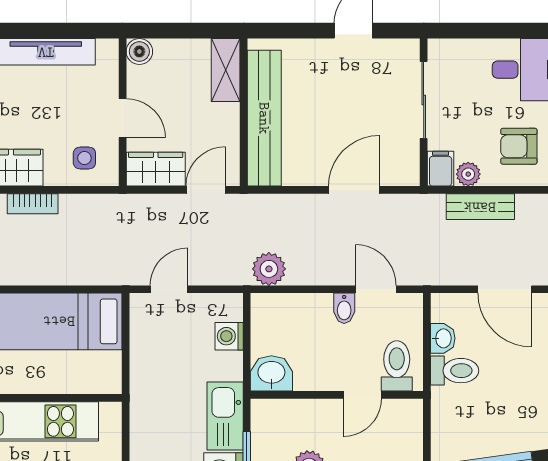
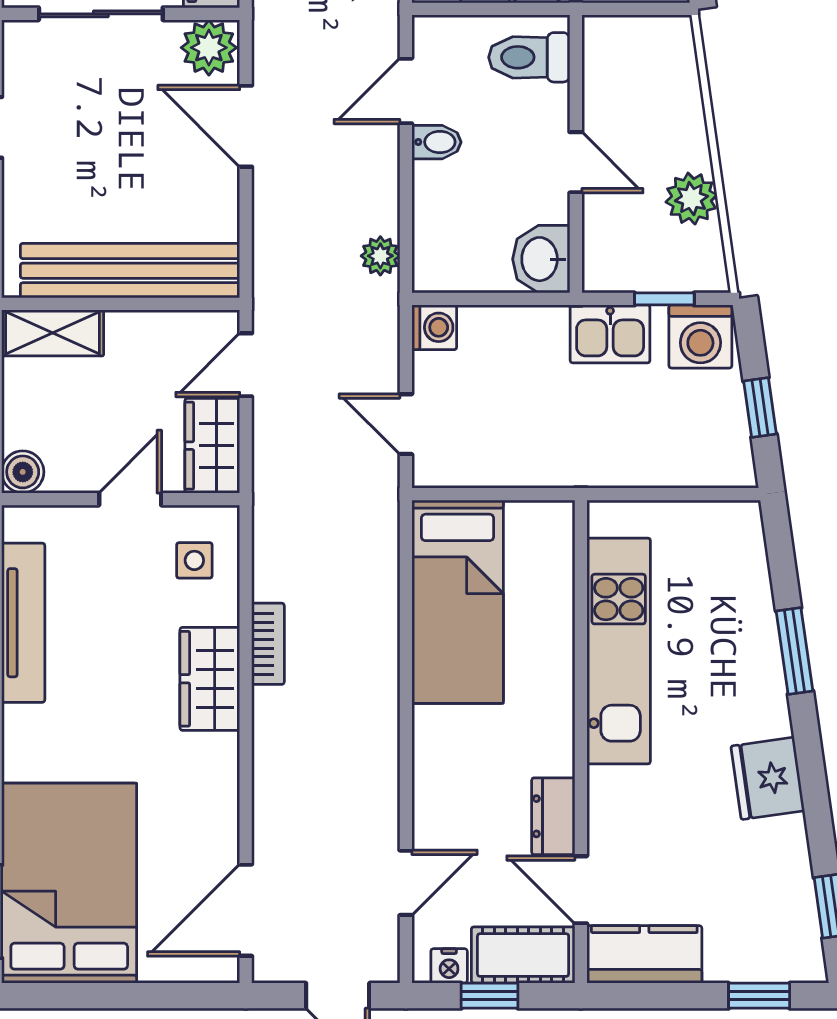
plant: (403, 167) -> (209, 48), added
door: (206, 190) -> (246, 365), hinge flipped
plant: (269, 269) -> (380, 256), width x0.73, depth x0.73
washing machine: (229, 336) -> (434, 327), moved, turned -90
door: (362, 395) -> (576, 162), moved
kitchen sink: (225, 416) -> (610, 334), width x0.73

